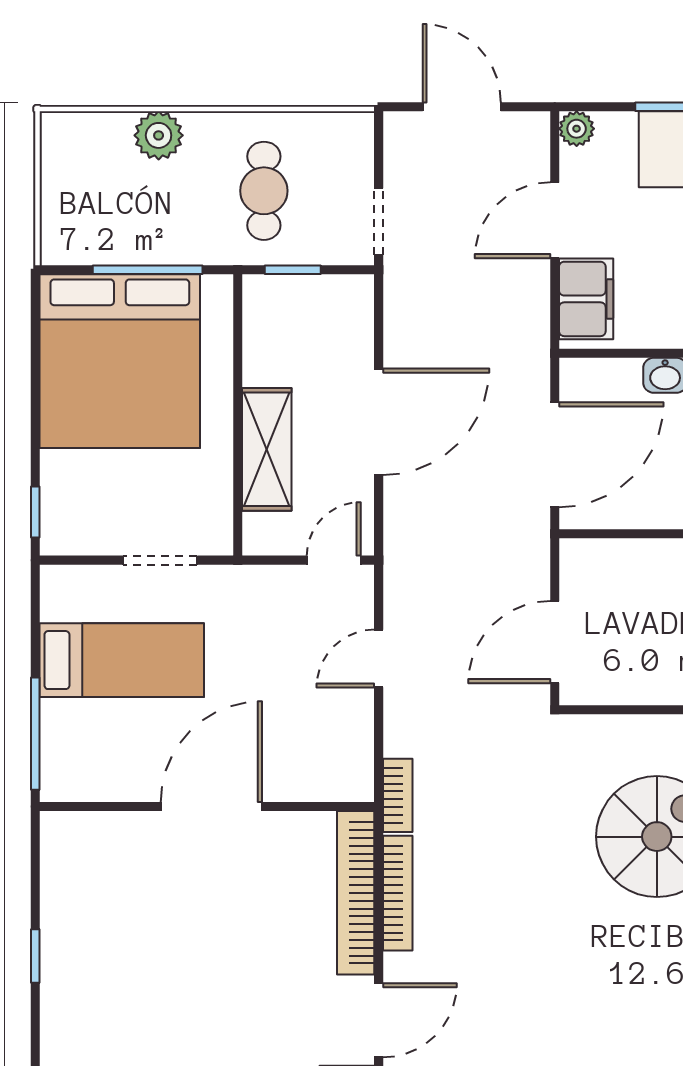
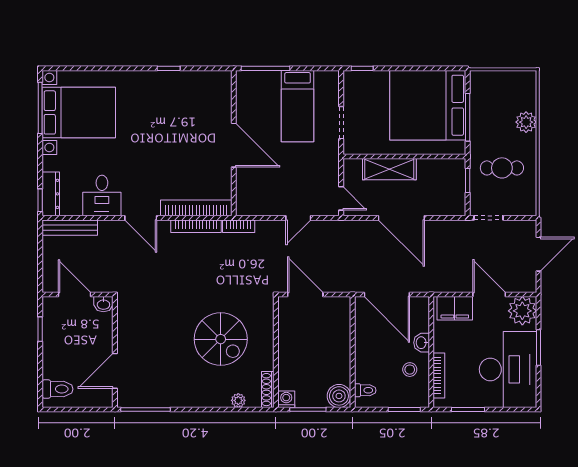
plant: (577, 129) -> (522, 311), width x1.88, depth x1.88
door: (379, 659) -> (298, 218), swing flipped

